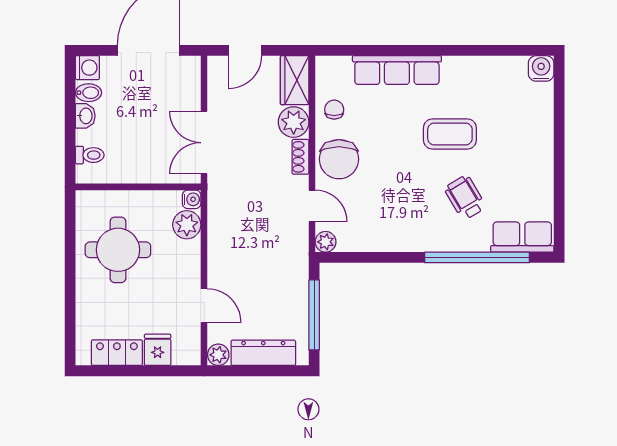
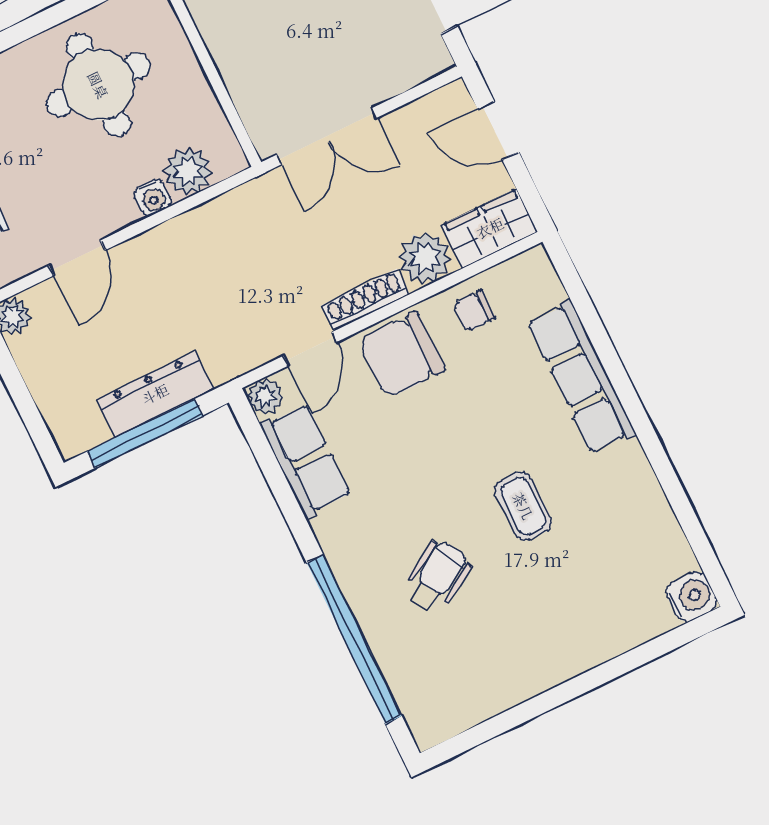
chair: (334, 110) -> (474, 311), turned 180
coffee table: (450, 134) -> (523, 506), width x0.73, depth x0.77
double door: (204, 143) -> (327, 136), swing flipped
shoe rack: (300, 157) -> (365, 300), width x1.43
water cooler: (192, 199) -> (153, 198), moved
row of seats: (522, 237) -> (305, 460), moved
dresser: (263, 353) -> (155, 394), moved, turned -90

